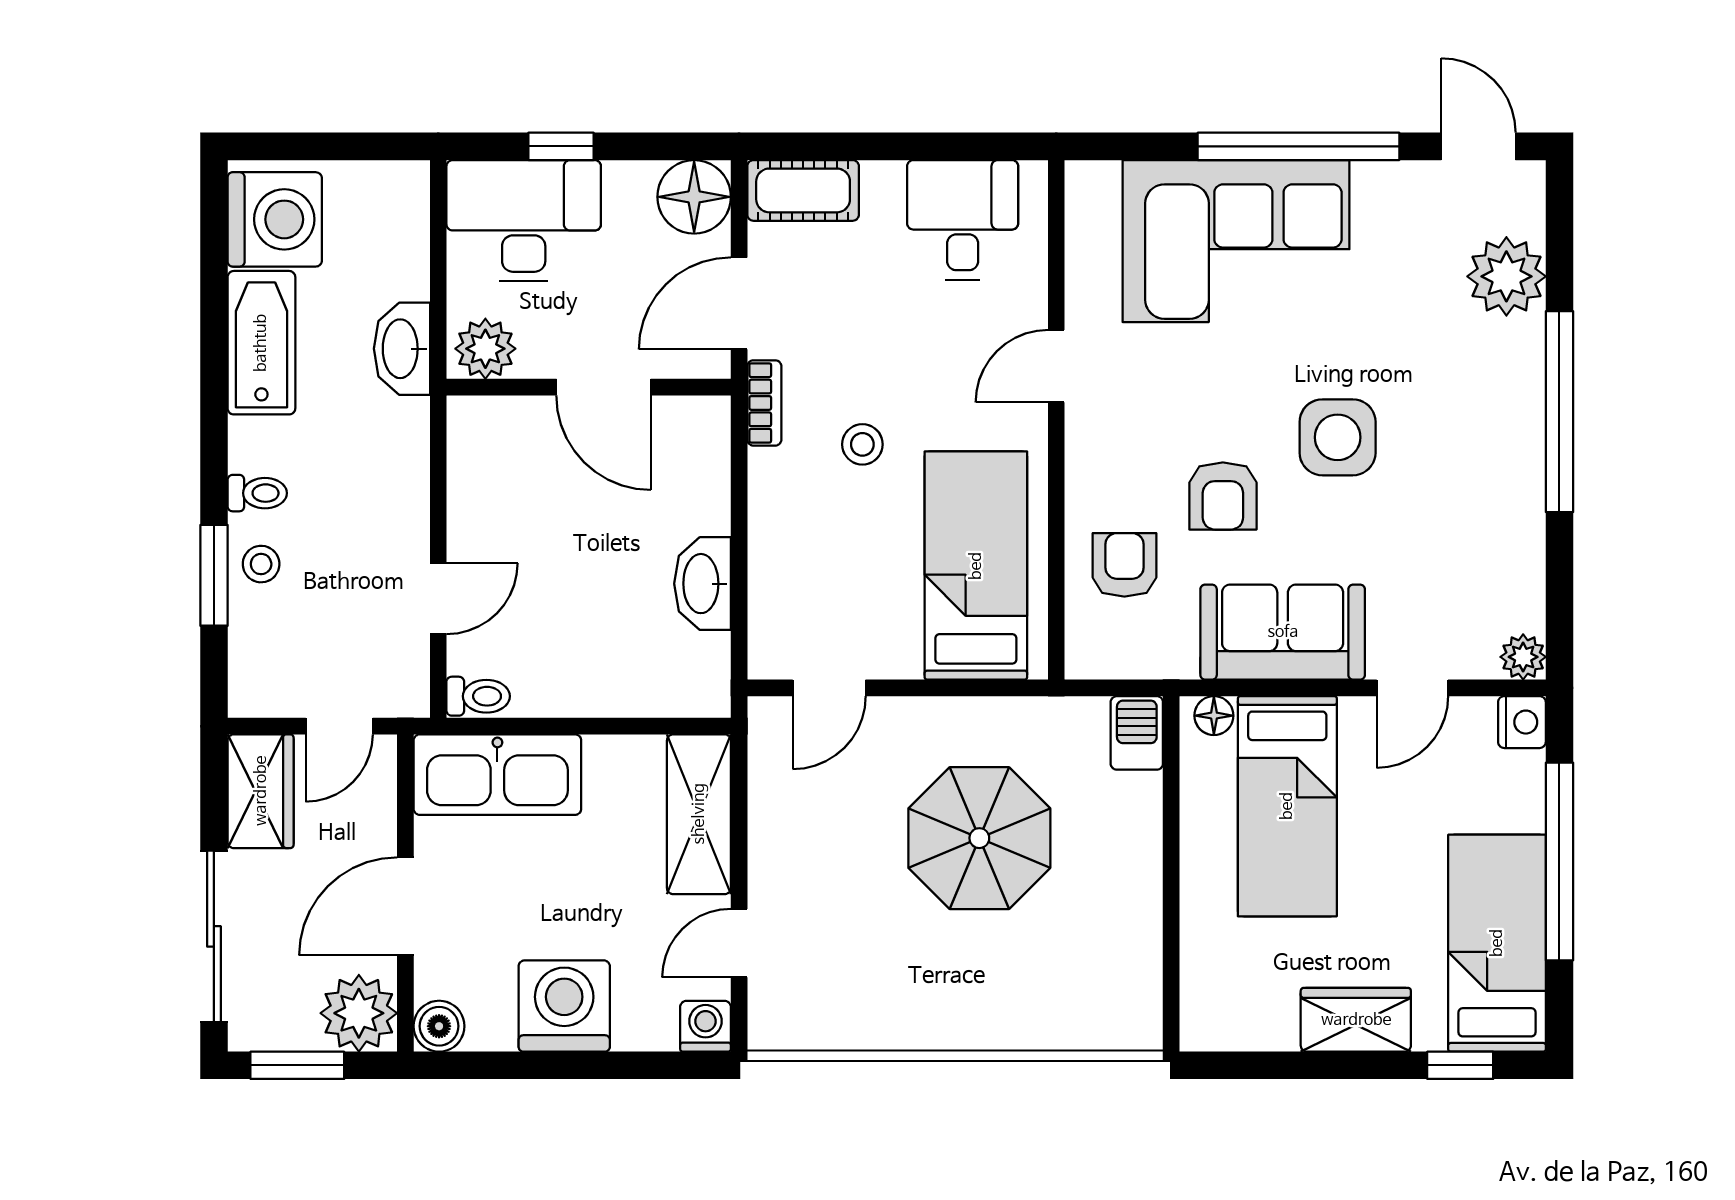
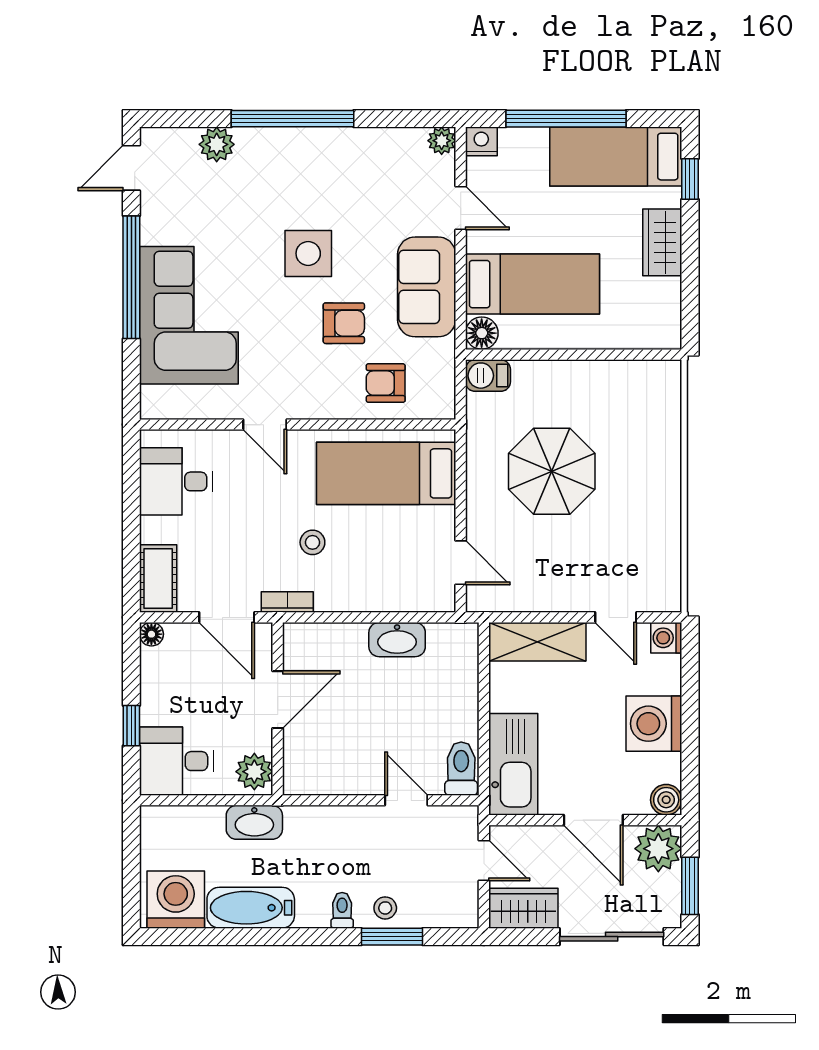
floor lamp: (694, 197) -> (151, 634), width x0.53, depth x0.53
desk: (524, 221) -> (177, 761), width x0.73
plant: (1506, 276) -> (217, 144), width x0.73, depth x0.73
toilet: (478, 696) -> (461, 769), width x1.37, depth x1.39
floor lamp: (1214, 716) -> (482, 333), width x1.37, depth x1.37

